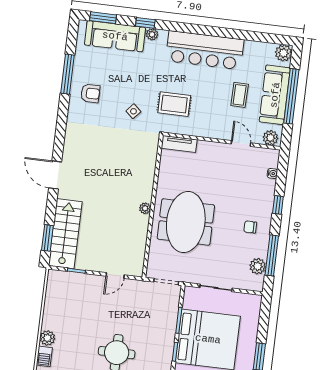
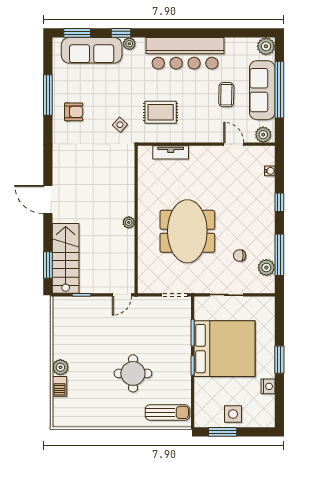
wall: (153, 206) -> (136, 219), moved
plant: (145, 208) -> (129, 222), moved
chair: (250, 227) -> (240, 256), moved

